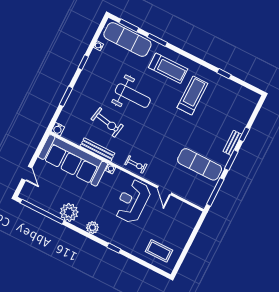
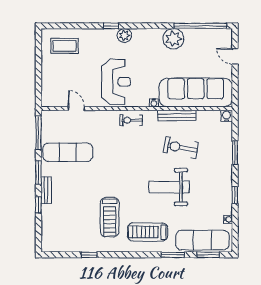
door: (164, 191) -> (76, 109), moved
plant: (92, 228) -> (124, 35), moved

